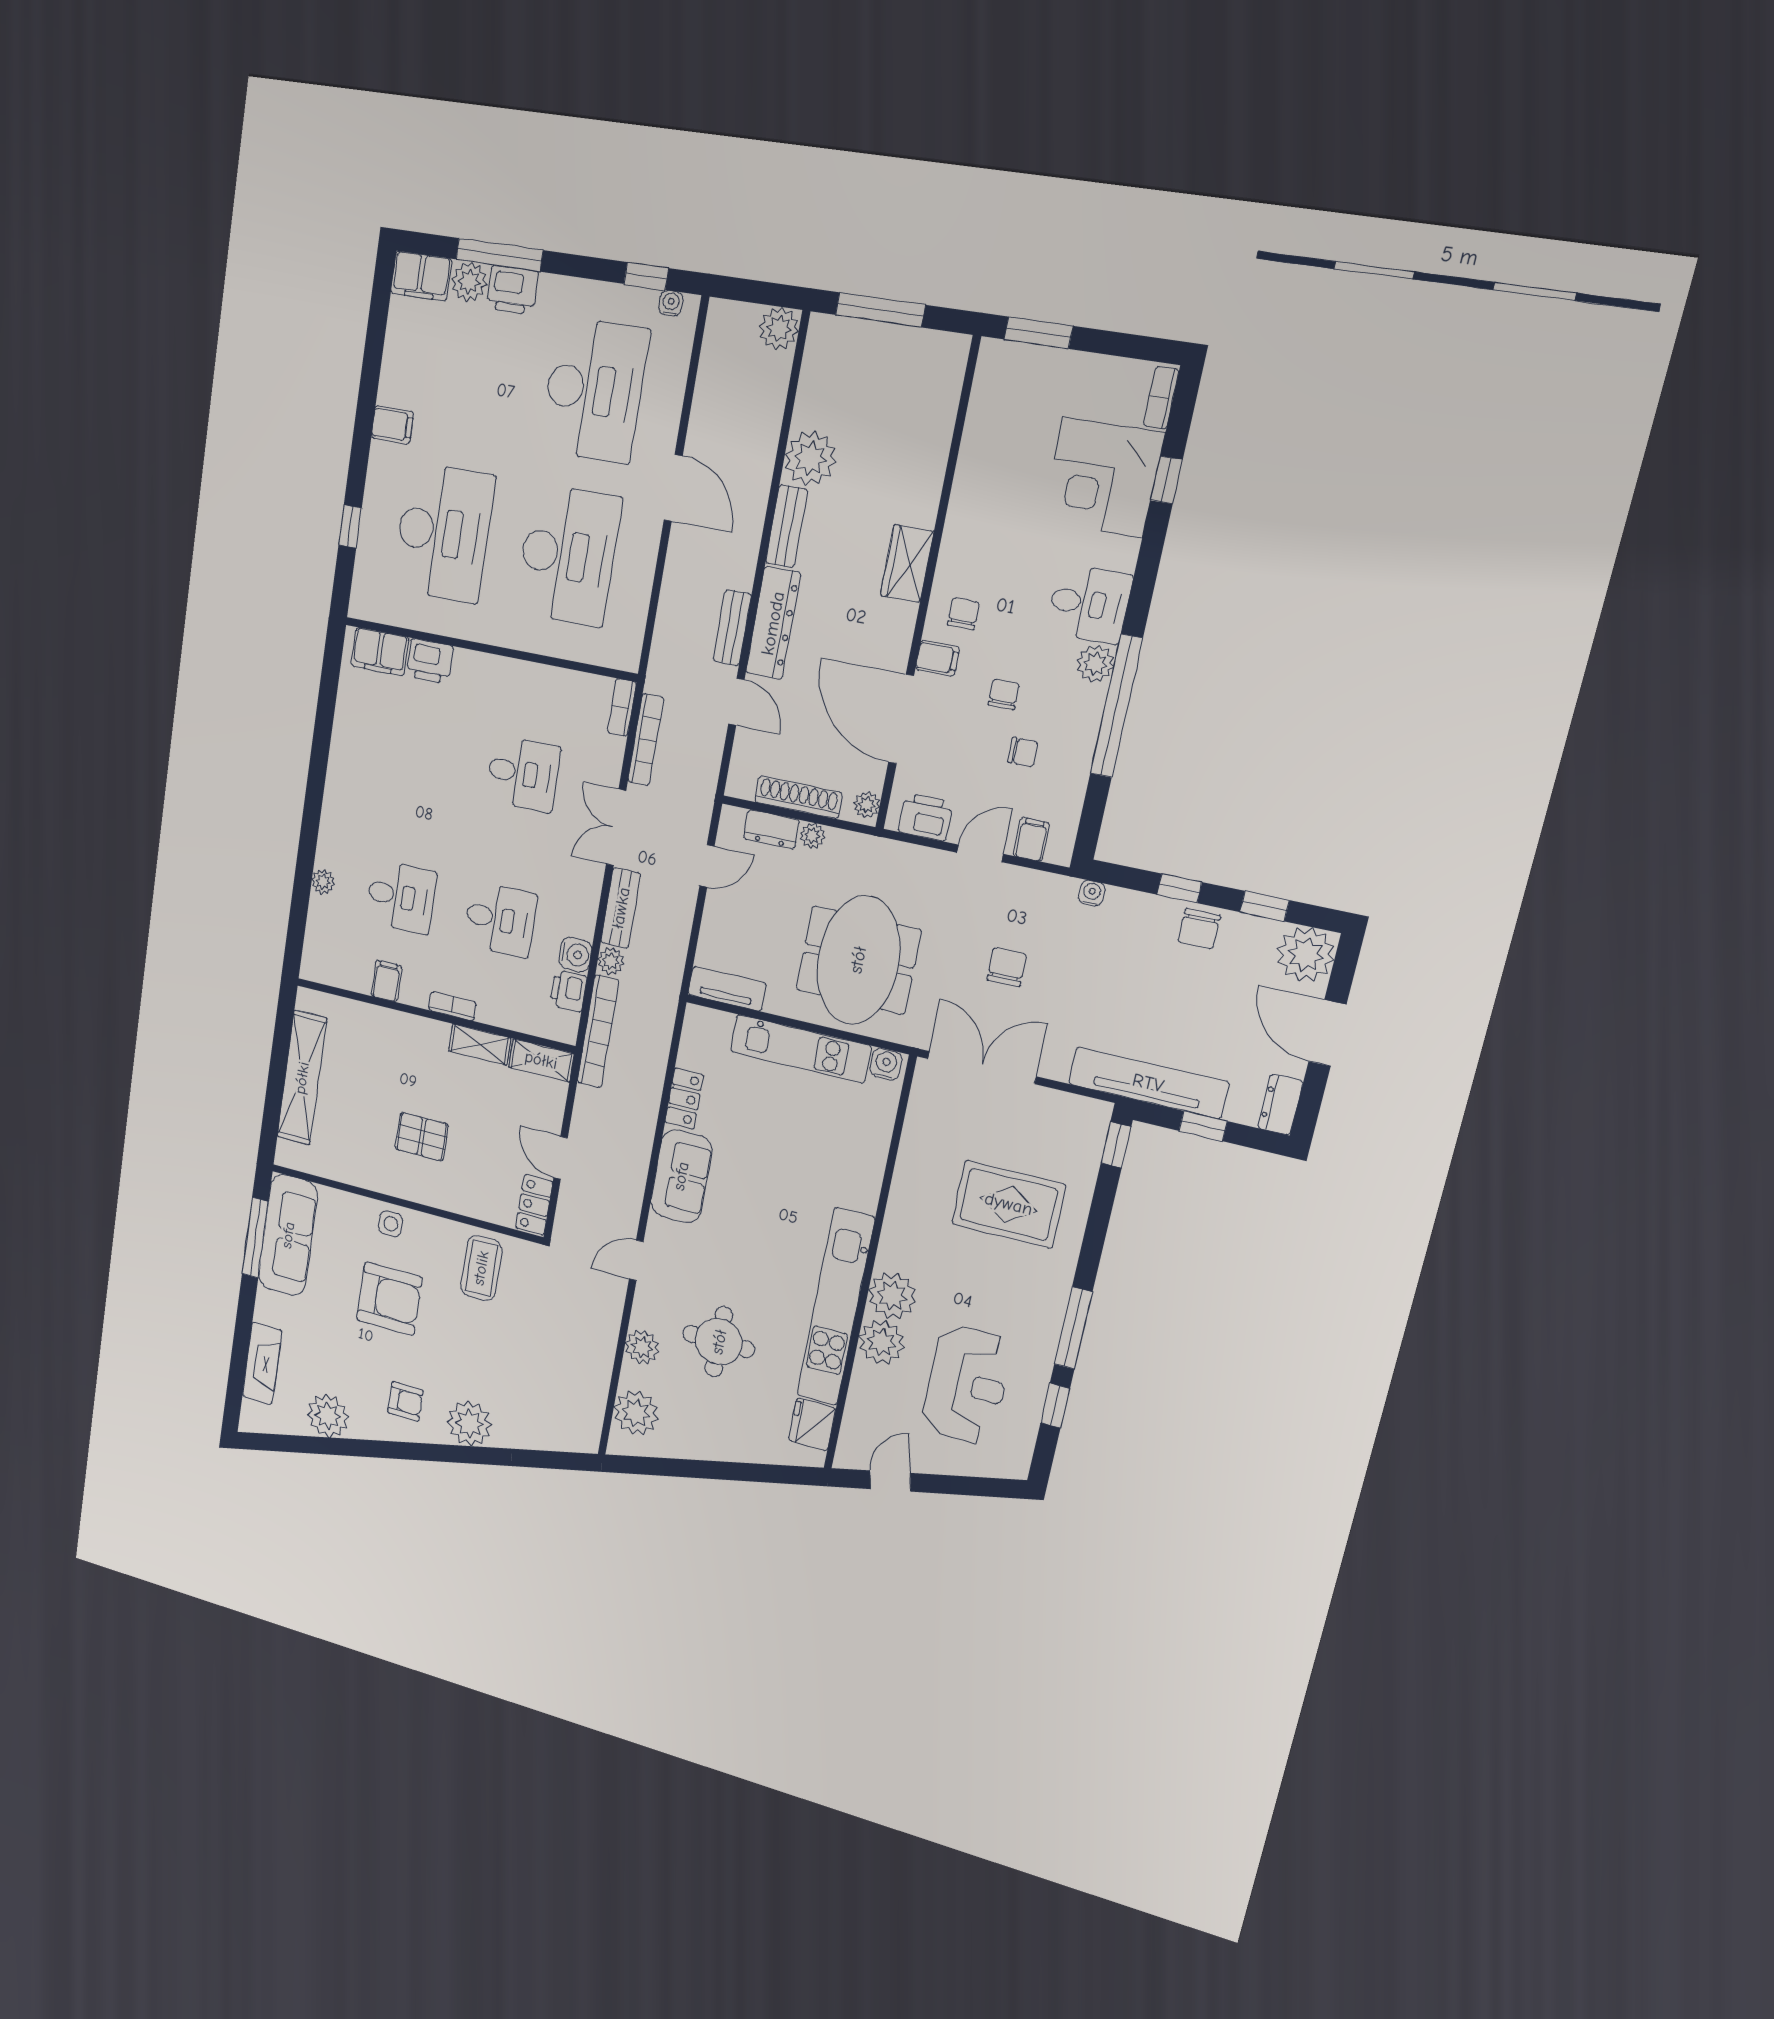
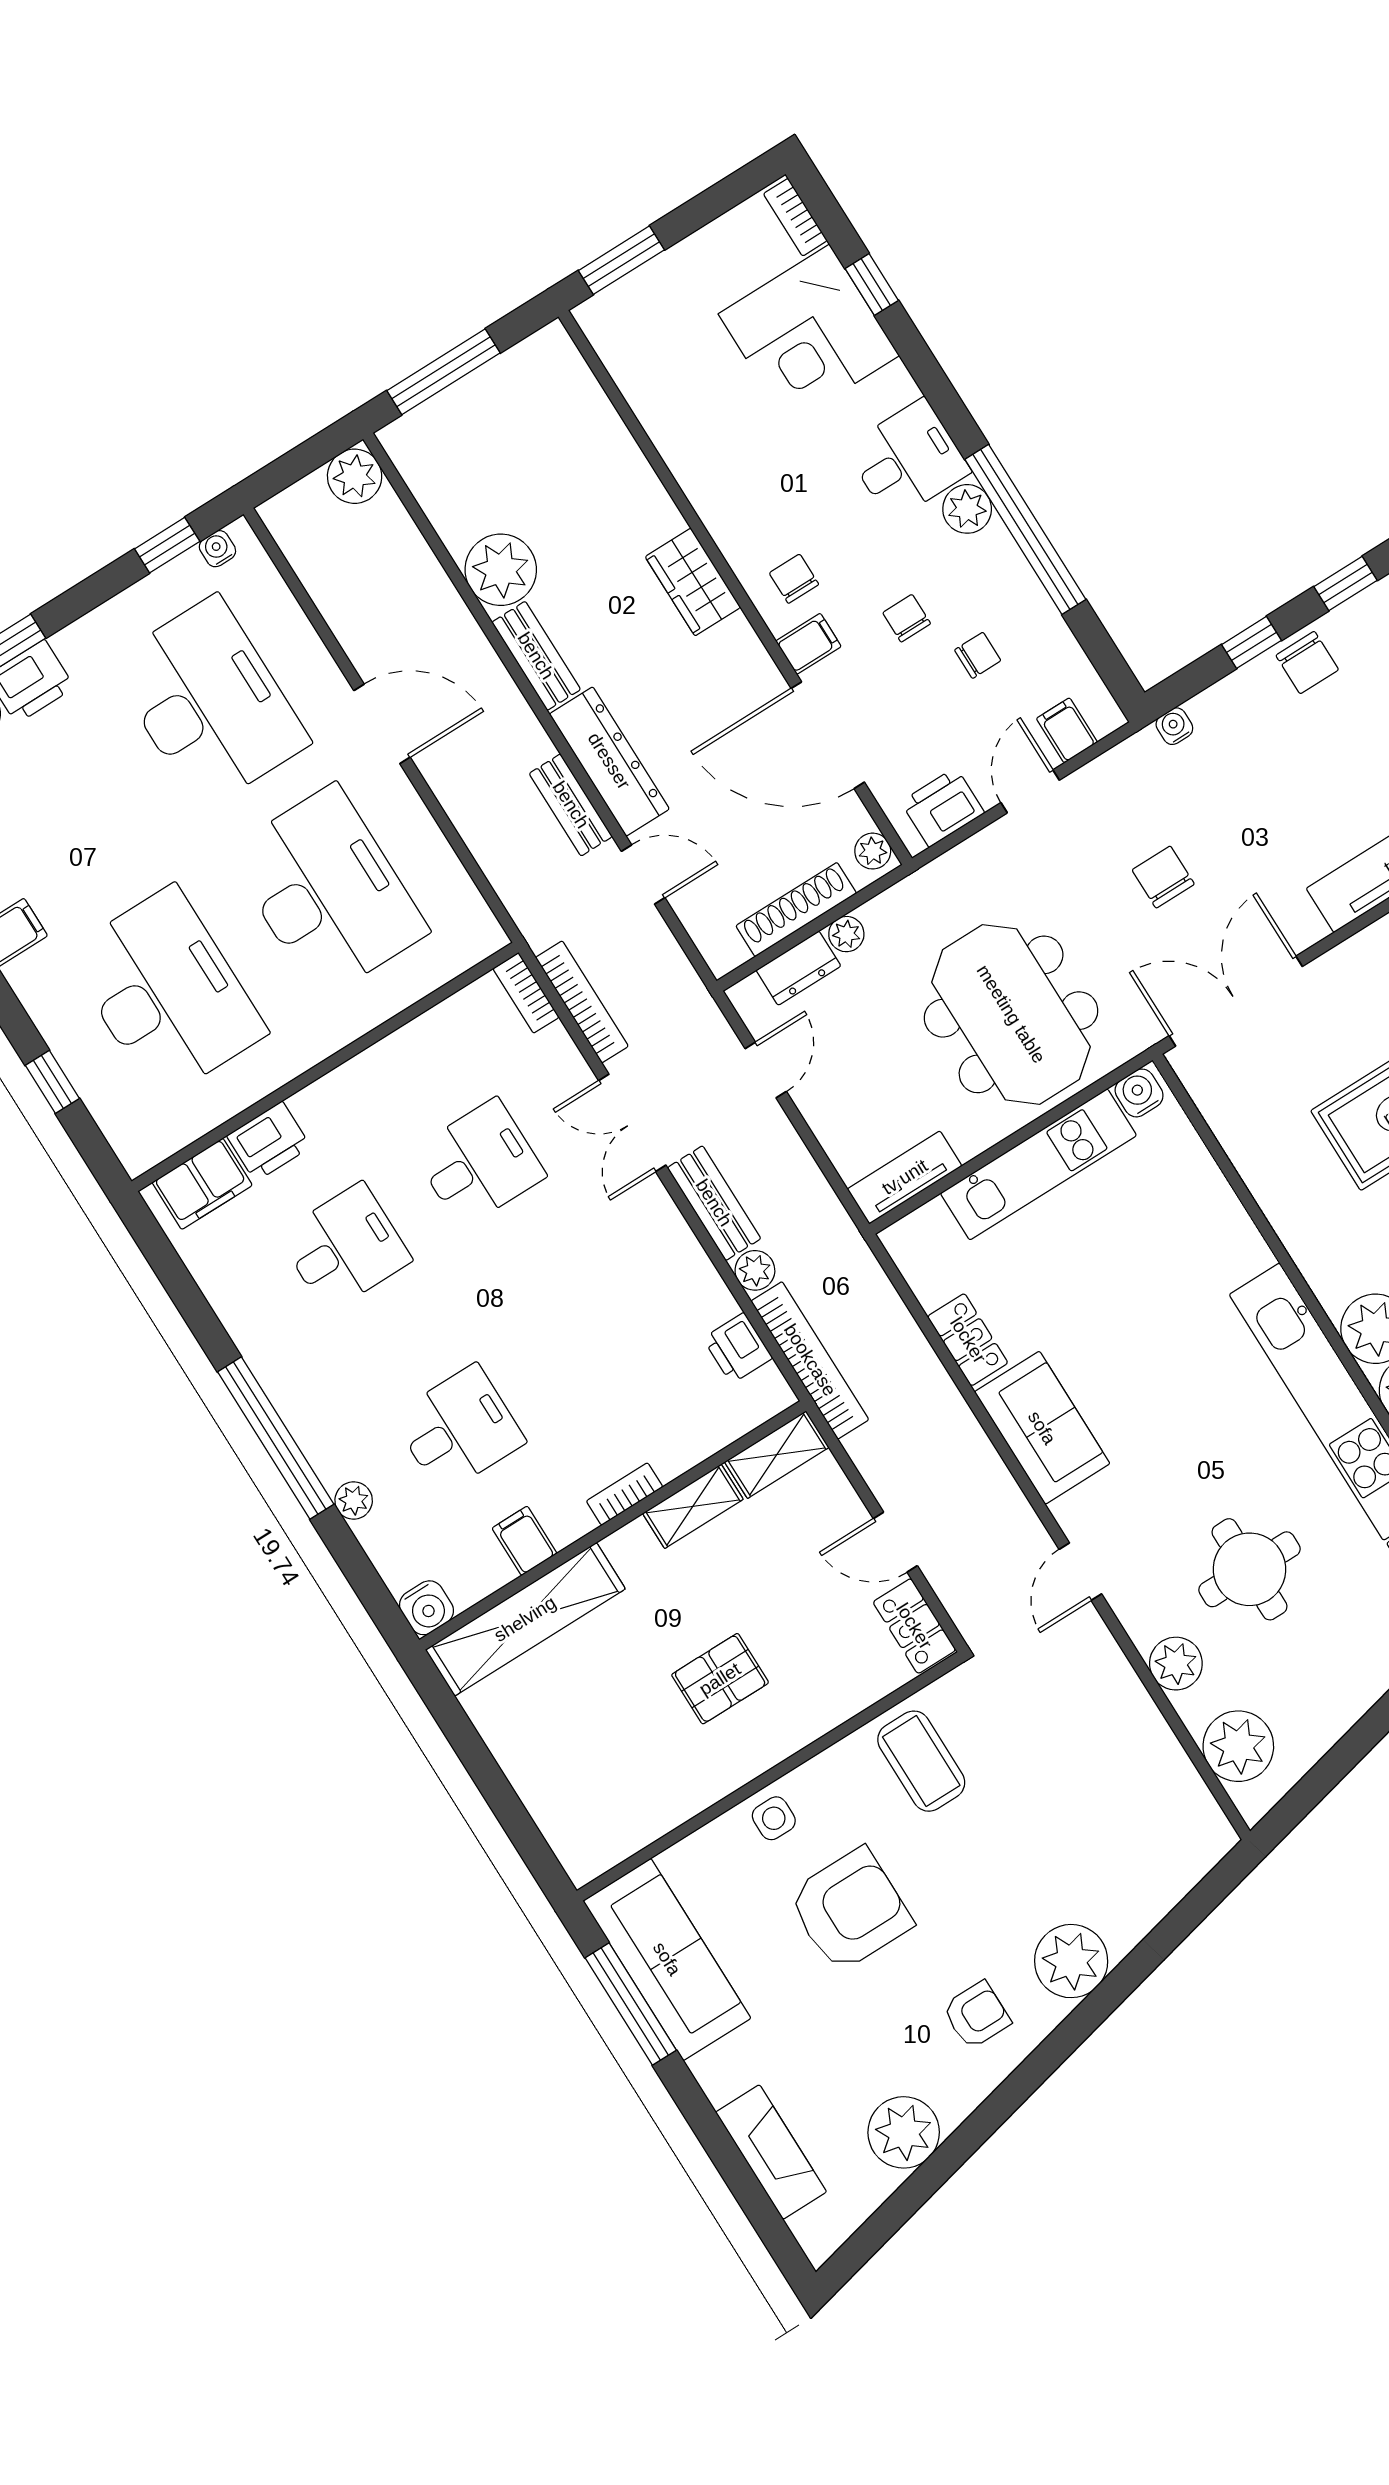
window: (312, 815) -> (276, 1438), added
desk: (500, 919) -> (345, 1248), moved
water cooler: (575, 954) -> (426, 1608), moved, turned 90
shelving: (302, 1078) -> (525, 1619), moved, turned 90

